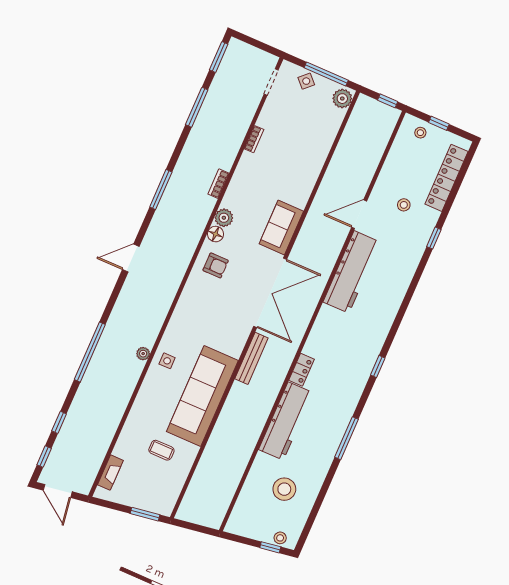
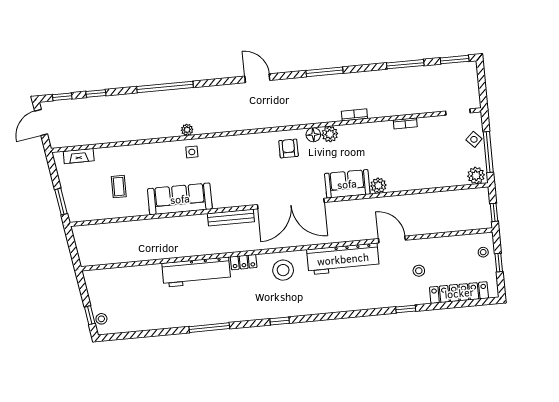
plant: (300, 198) -> (378, 186), added
armchair: (216, 265) -> (288, 148), turned 180
sofa: (202, 396) -> (180, 199), width x0.74, depth x0.79
stool: (284, 489) -> (283, 270), moved

